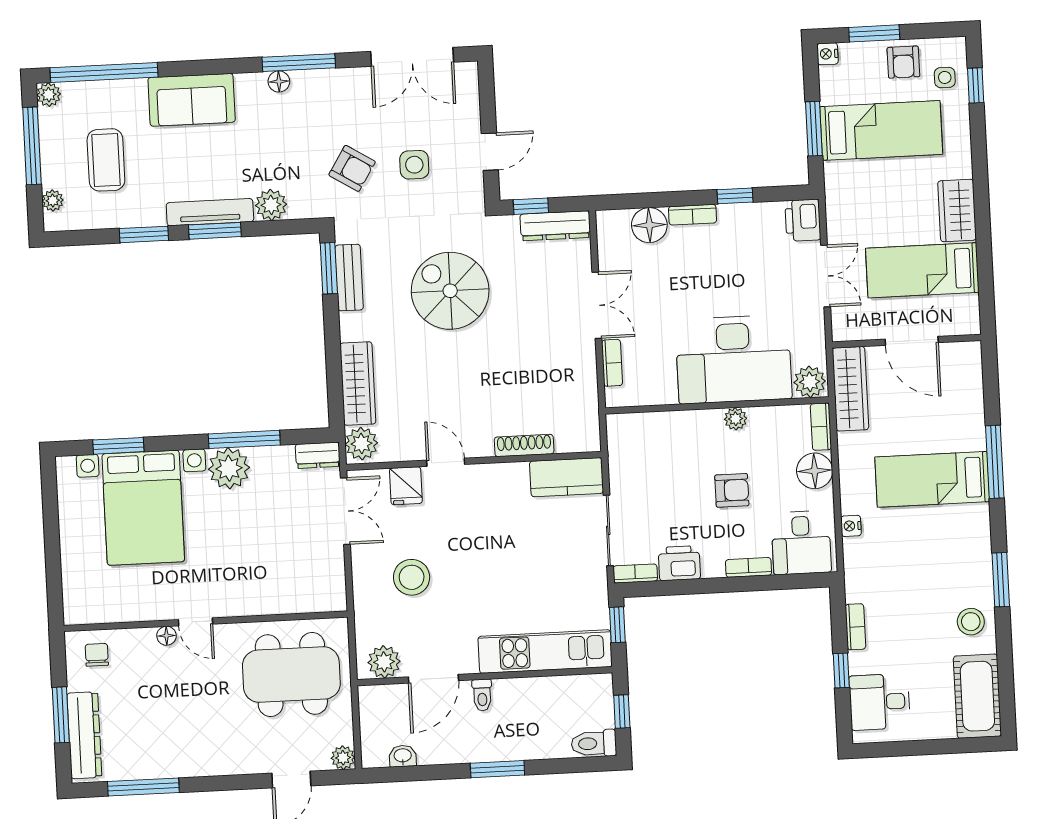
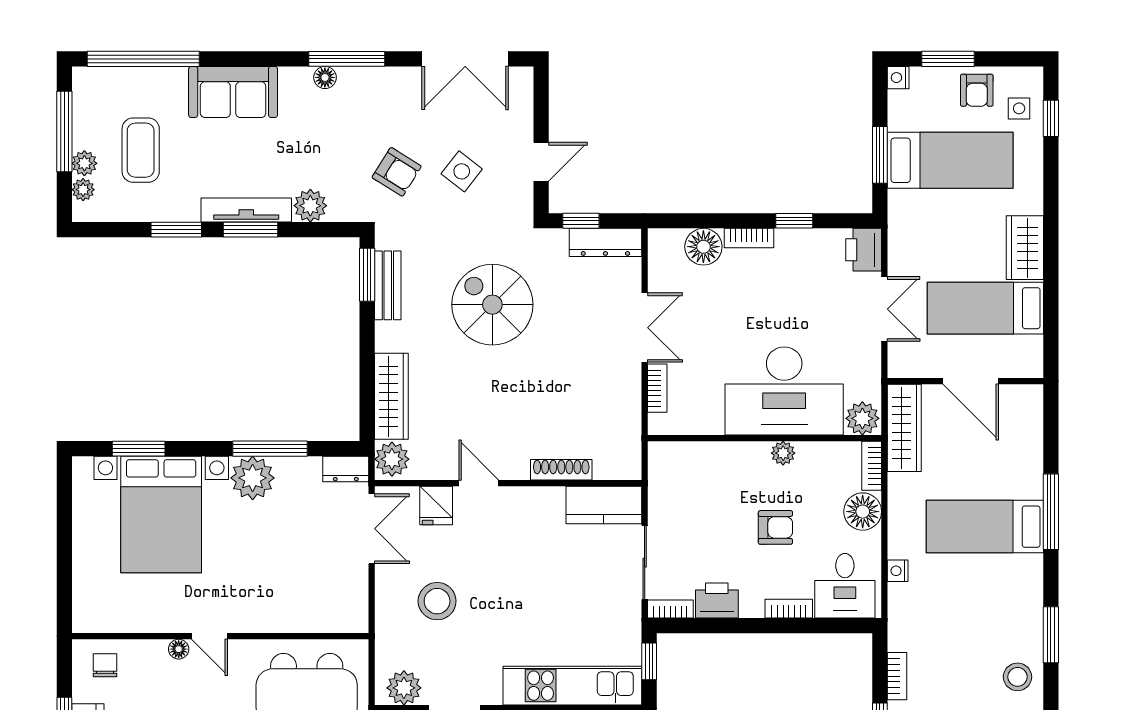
plant: (49, 95) -> (84, 163), moved
side table: (414, 165) -> (462, 171), turned 38

